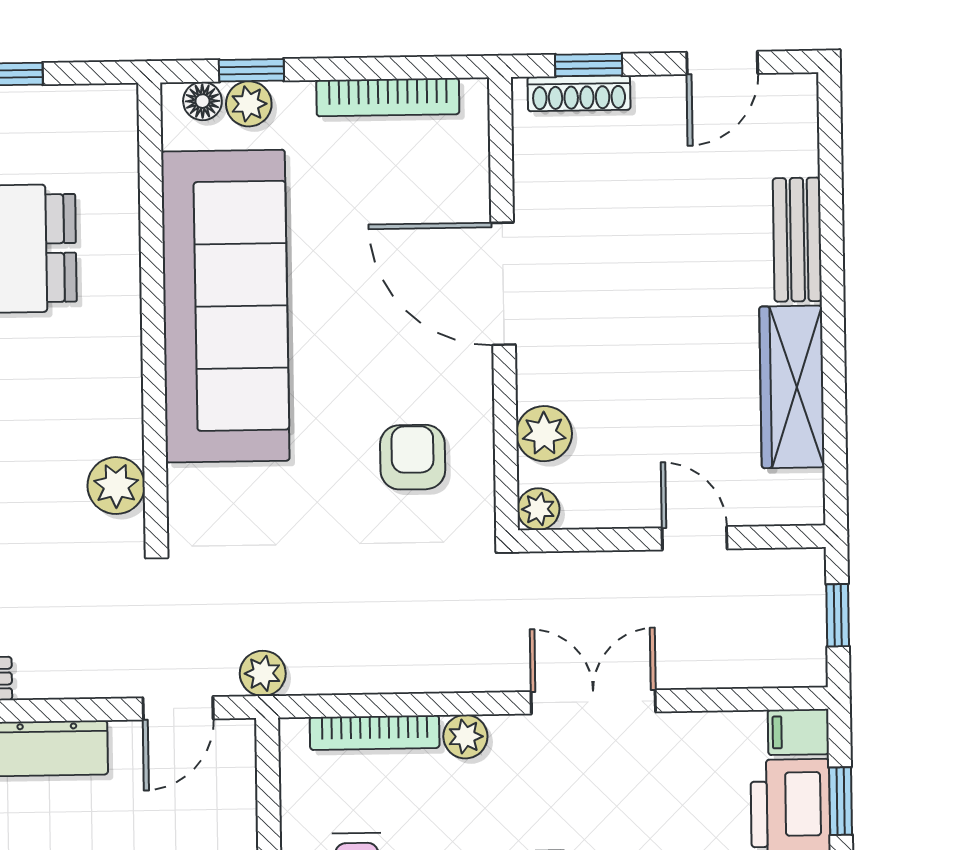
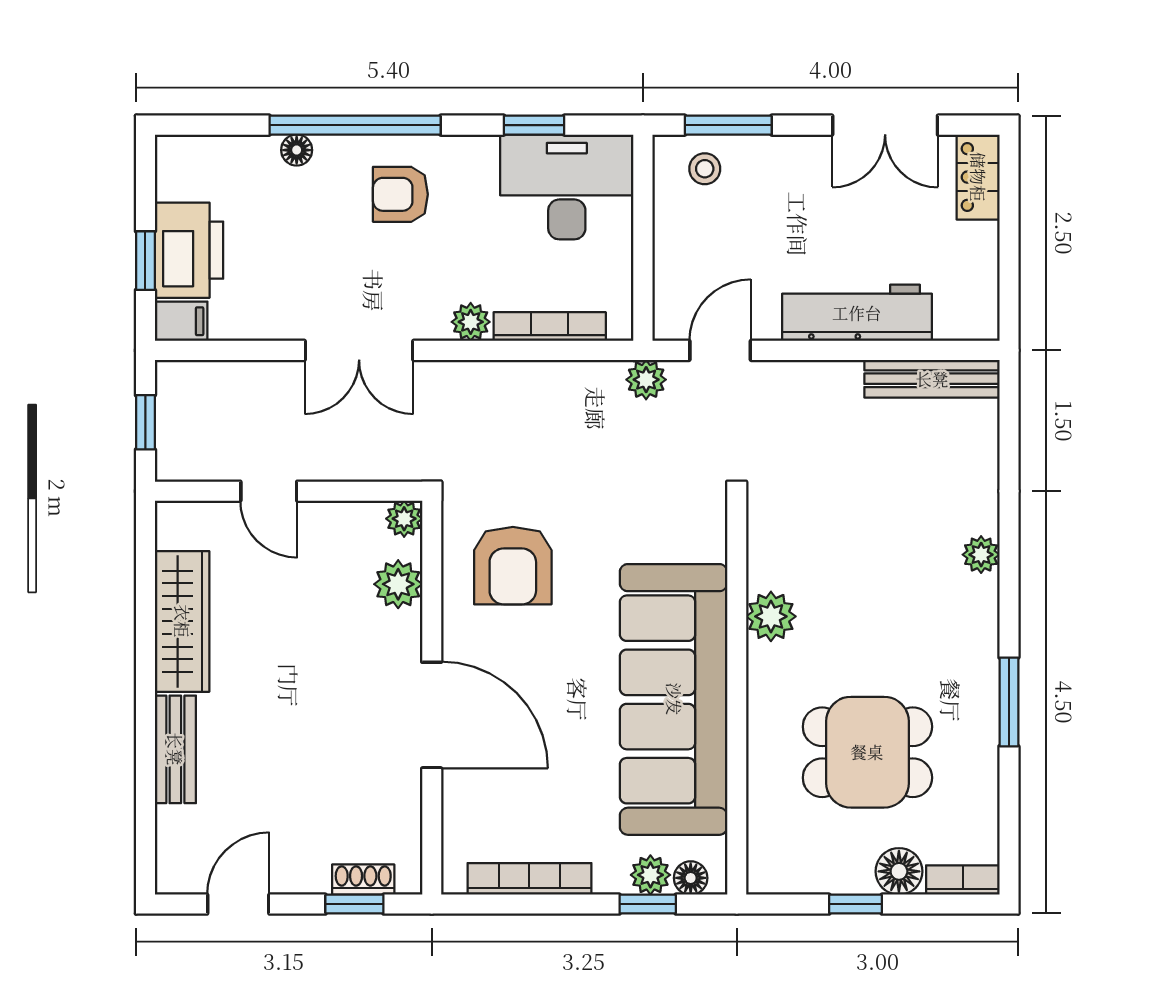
shoe rack: (579, 93) -> (363, 880), width x0.70
armchair: (413, 457) -> (513, 566), width x1.38, depth x1.38
plant: (116, 486) -> (771, 616), moved

